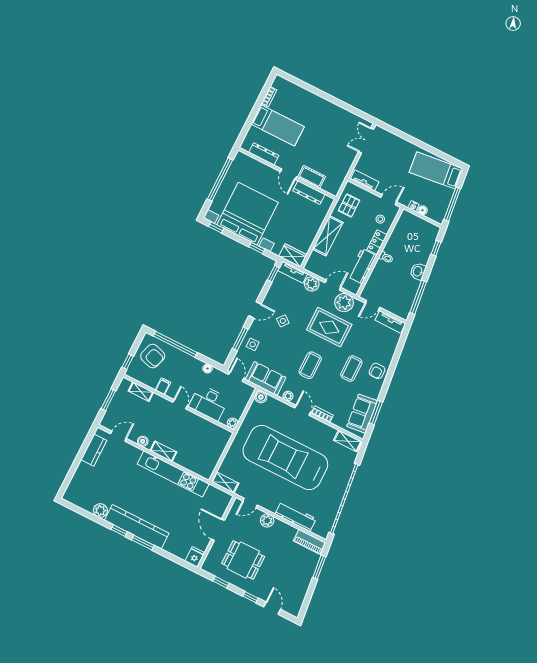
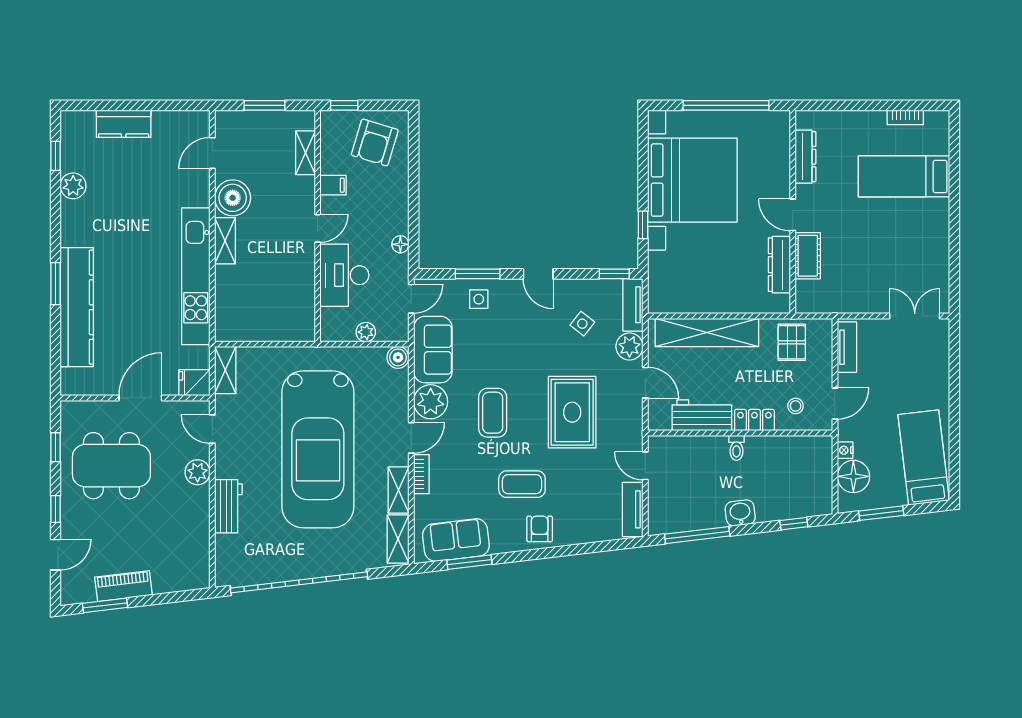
bed: (278, 125) -> (904, 176), moved, turned 90
door: (288, 174) -> (793, 215), hinge flipped
door: (389, 200) -> (835, 404), hinge flipped
window: (452, 204) -> (881, 513), width x0.69
pallet: (349, 205) -> (792, 342), turned 90
floor lamp: (422, 210) -> (853, 476), width x1.89, depth x1.89
window: (216, 227) -> (643, 140), removed
shelving: (328, 236) -> (707, 332), width x1.47
wardrobe: (293, 255) -> (661, 291), removed
plant: (344, 303) -> (626, 416), removed
side table: (283, 321) -> (582, 324), moved
window: (175, 344) -> (414, 170), removed
coffee table: (310, 365) -> (493, 413), turned 90
armchair: (377, 371) -> (540, 529), turned 90
plant: (288, 396) -> (431, 402), width x1.88, depth x1.88
plant: (232, 423) -> (366, 332), moved
shelving: (324, 429) -> (399, 490), added
door: (118, 436) -> (212, 153), swing flipped
boiler: (143, 441) -> (233, 198), width x1.86, depth x1.86
kitchen counter: (94, 450) -> (124, 124), moved
car: (285, 457) -> (318, 449), turned 180
workbench: (296, 516) -> (228, 506), width x0.73
kitchen counter: (137, 527) -> (77, 307), moved
window: (119, 531) -> (55, 156), moved
piano: (309, 542) -> (123, 586), moved, turned 83
fridge: (195, 557) -> (194, 383), moved, turned 180
dining table: (243, 560) -> (111, 466), width x1.38
window: (319, 567) -> (105, 605), moved

